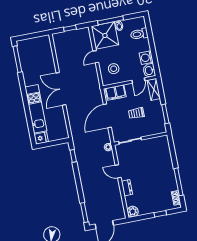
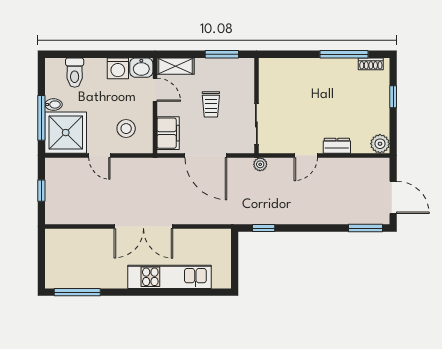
fridge: (41, 138) -> (222, 278), removed

